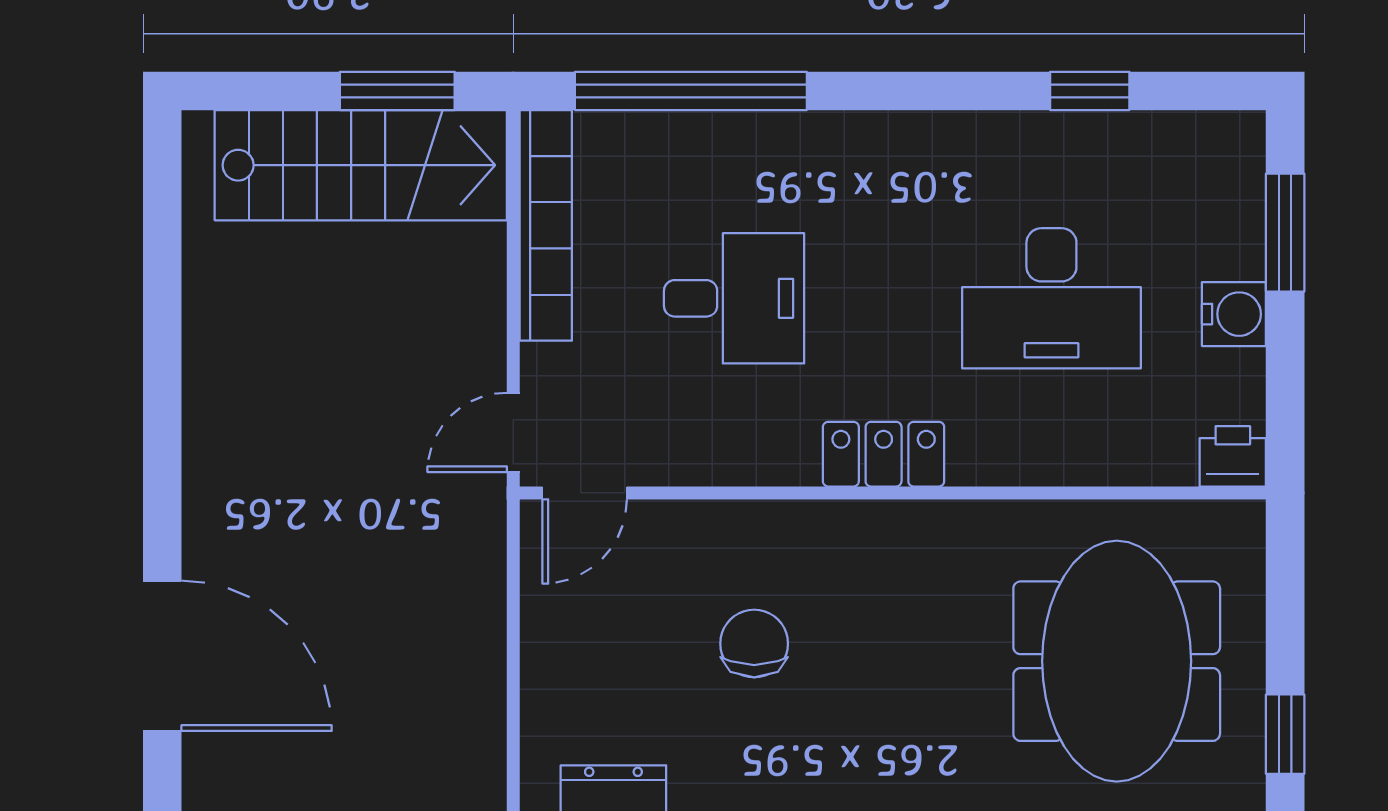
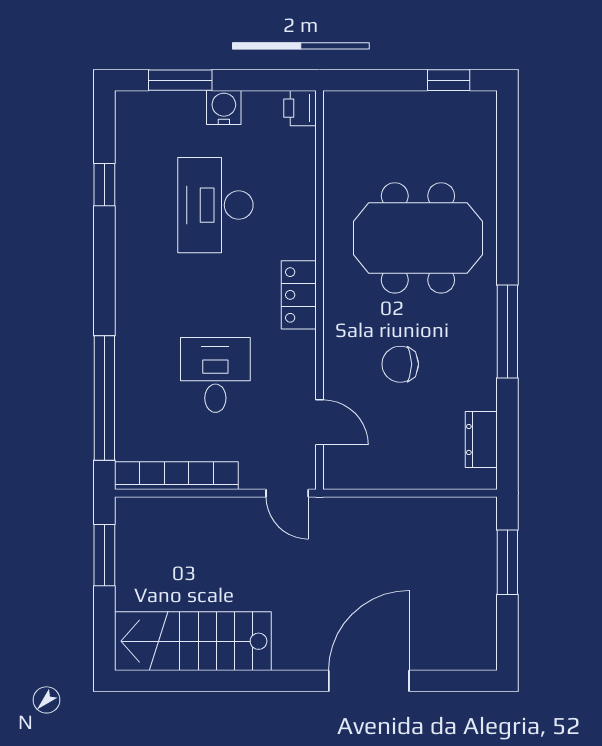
stairs: (361, 165) -> (193, 641), moved, turned -90
desk: (1051, 298) -> (215, 205), turned 180
door: (585, 493) -> (320, 422), moved
door: (162, 656) -> (369, 681), moved
meeting table: (1117, 661) -> (418, 238), moved

